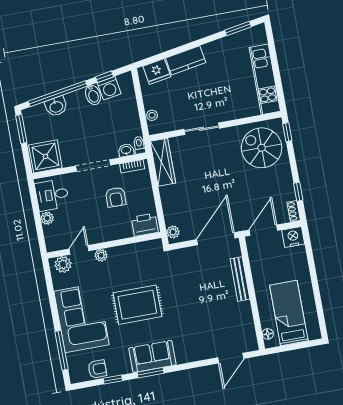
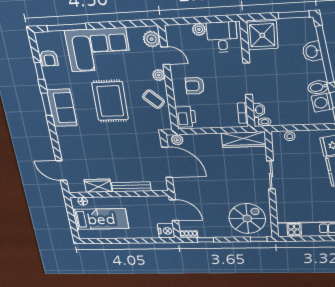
armchair: (116, 197) -> (195, 86), moved
door: (216, 239) -> (167, 162), moved
coffee table: (129, 259) -> (153, 99), added
wardrobe: (244, 317) -> (98, 186), added

